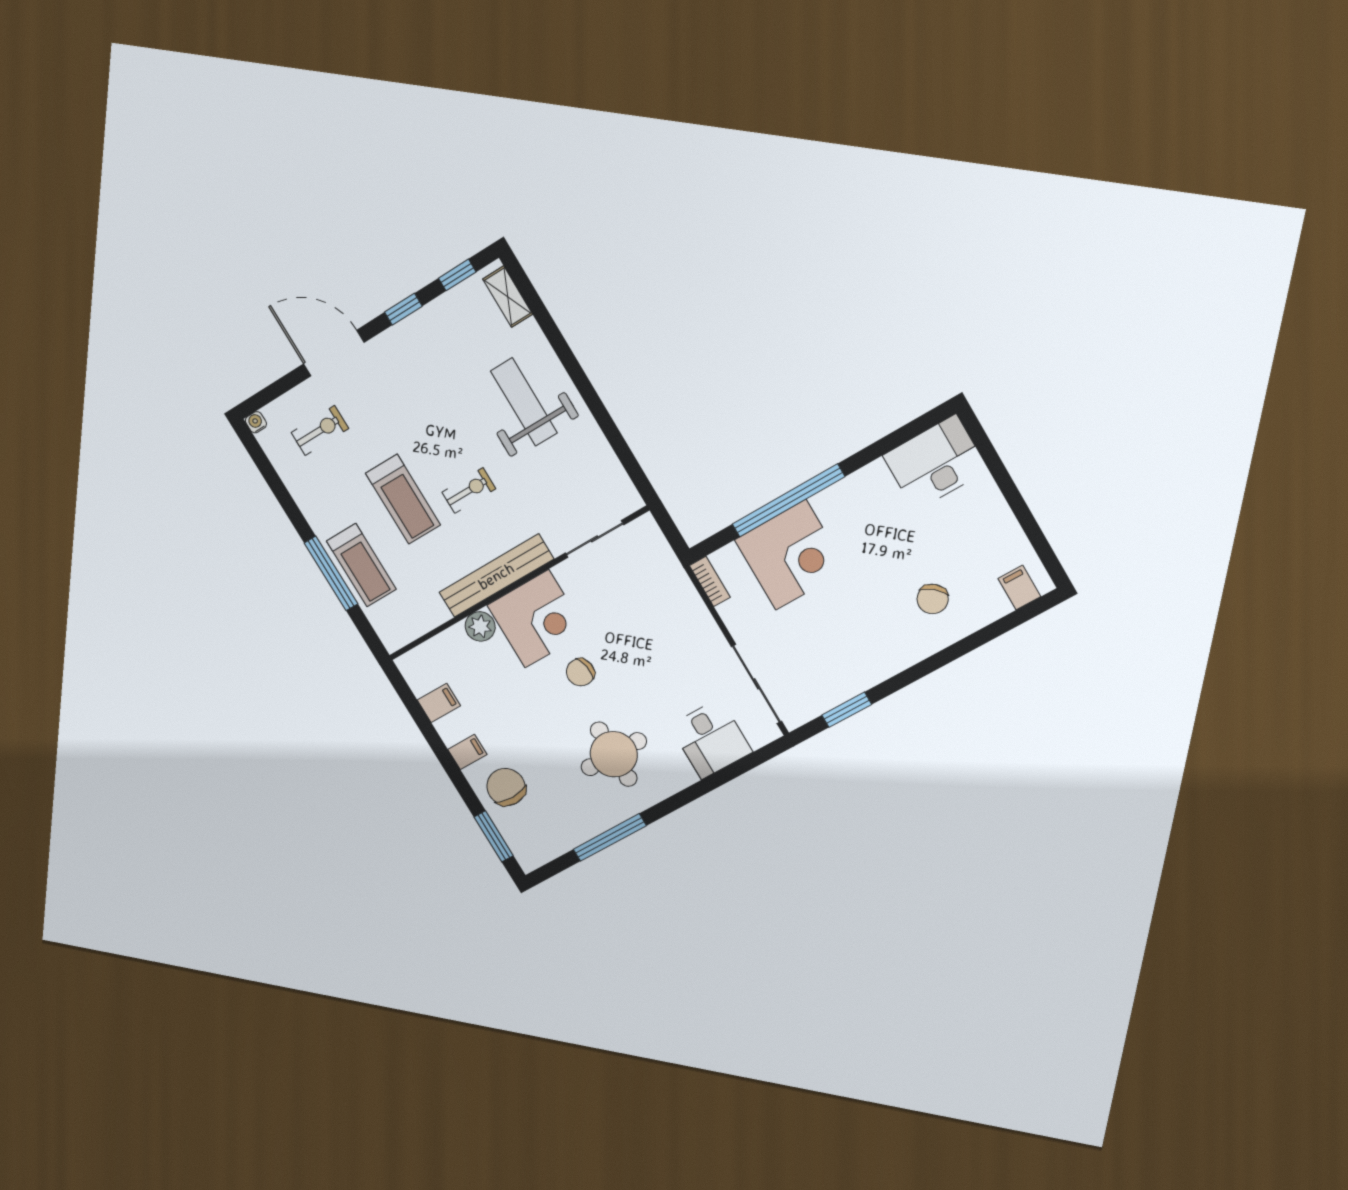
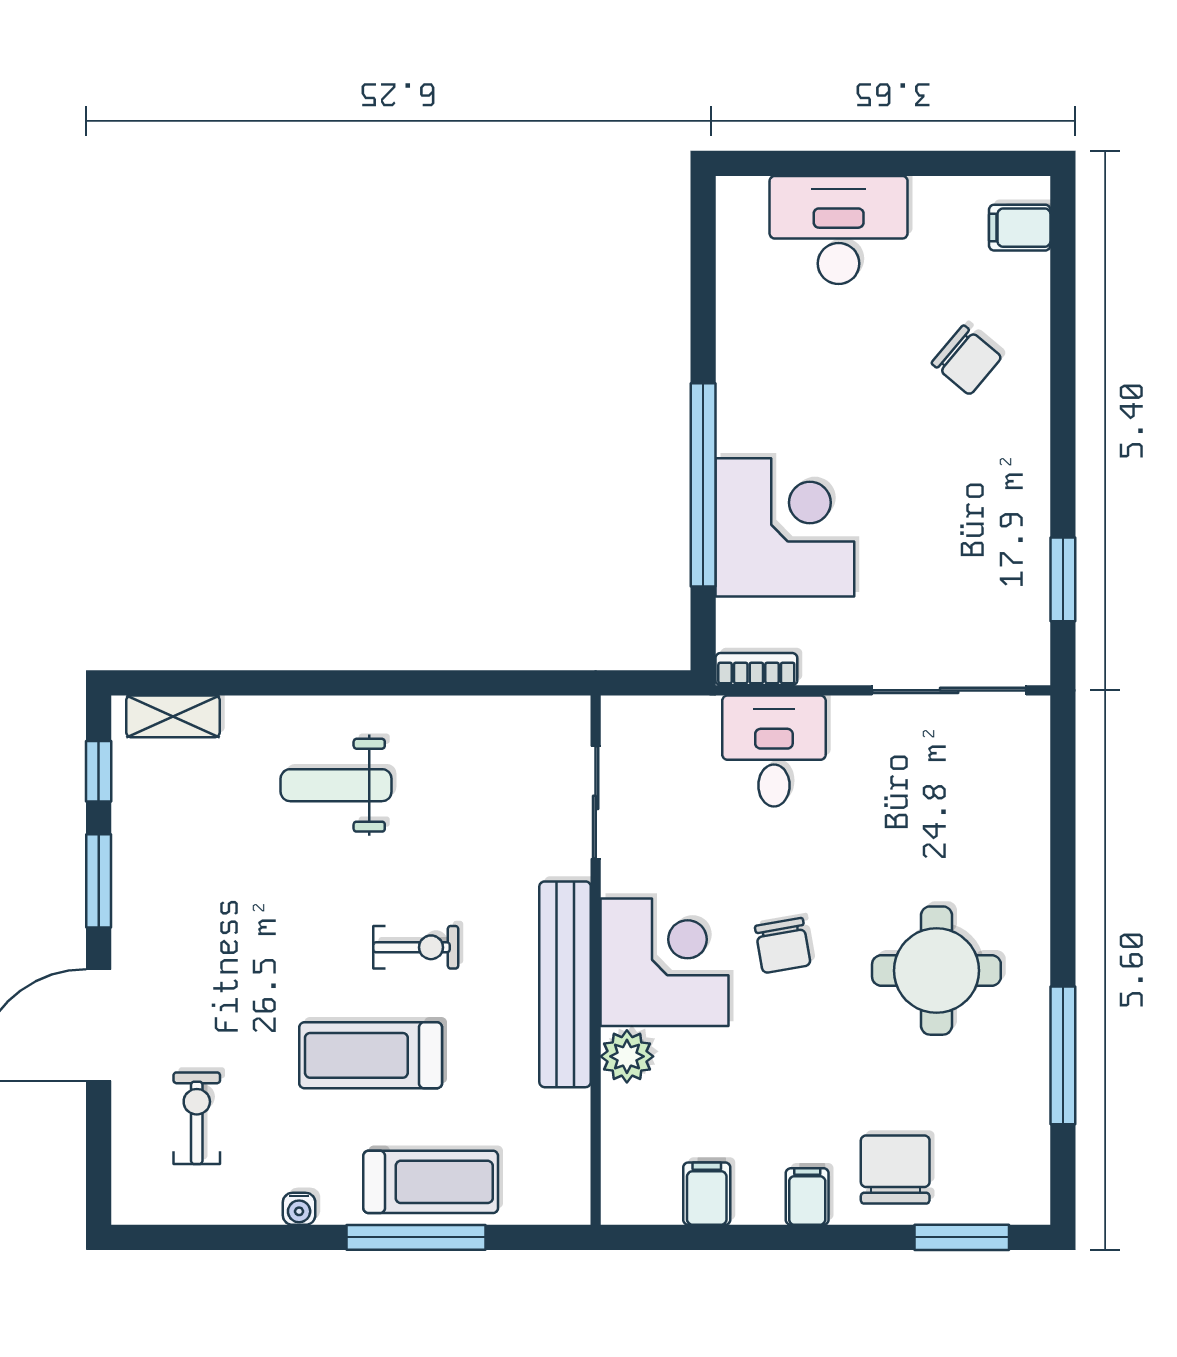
window: (403, 309) -> (99, 881), width x1.50
weight bench: (524, 402) -> (336, 785), width x0.73, depth x0.75
water cooler: (256, 422) -> (299, 1209), moved, turned -90
desk: (935, 463) -> (839, 230), moved, turned 90
exercise bike: (469, 490) -> (416, 947), turned 90
treadmill: (403, 499) -> (371, 1055), turned 180
desk: (711, 739) -> (774, 751), moved, turned -90
chair: (506, 787) -> (895, 1169), turned 90

